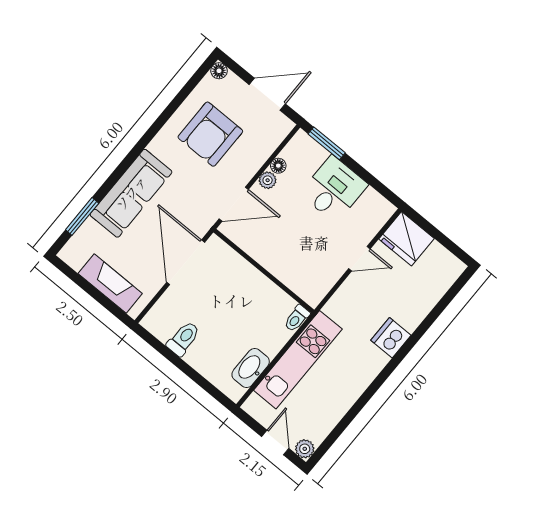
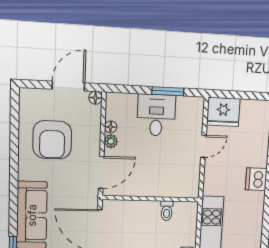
floor lamp: (219, 71) -> (95, 98), moved
window: (327, 143) -> (168, 91), moved
toilet: (297, 318) -> (167, 211), moved

